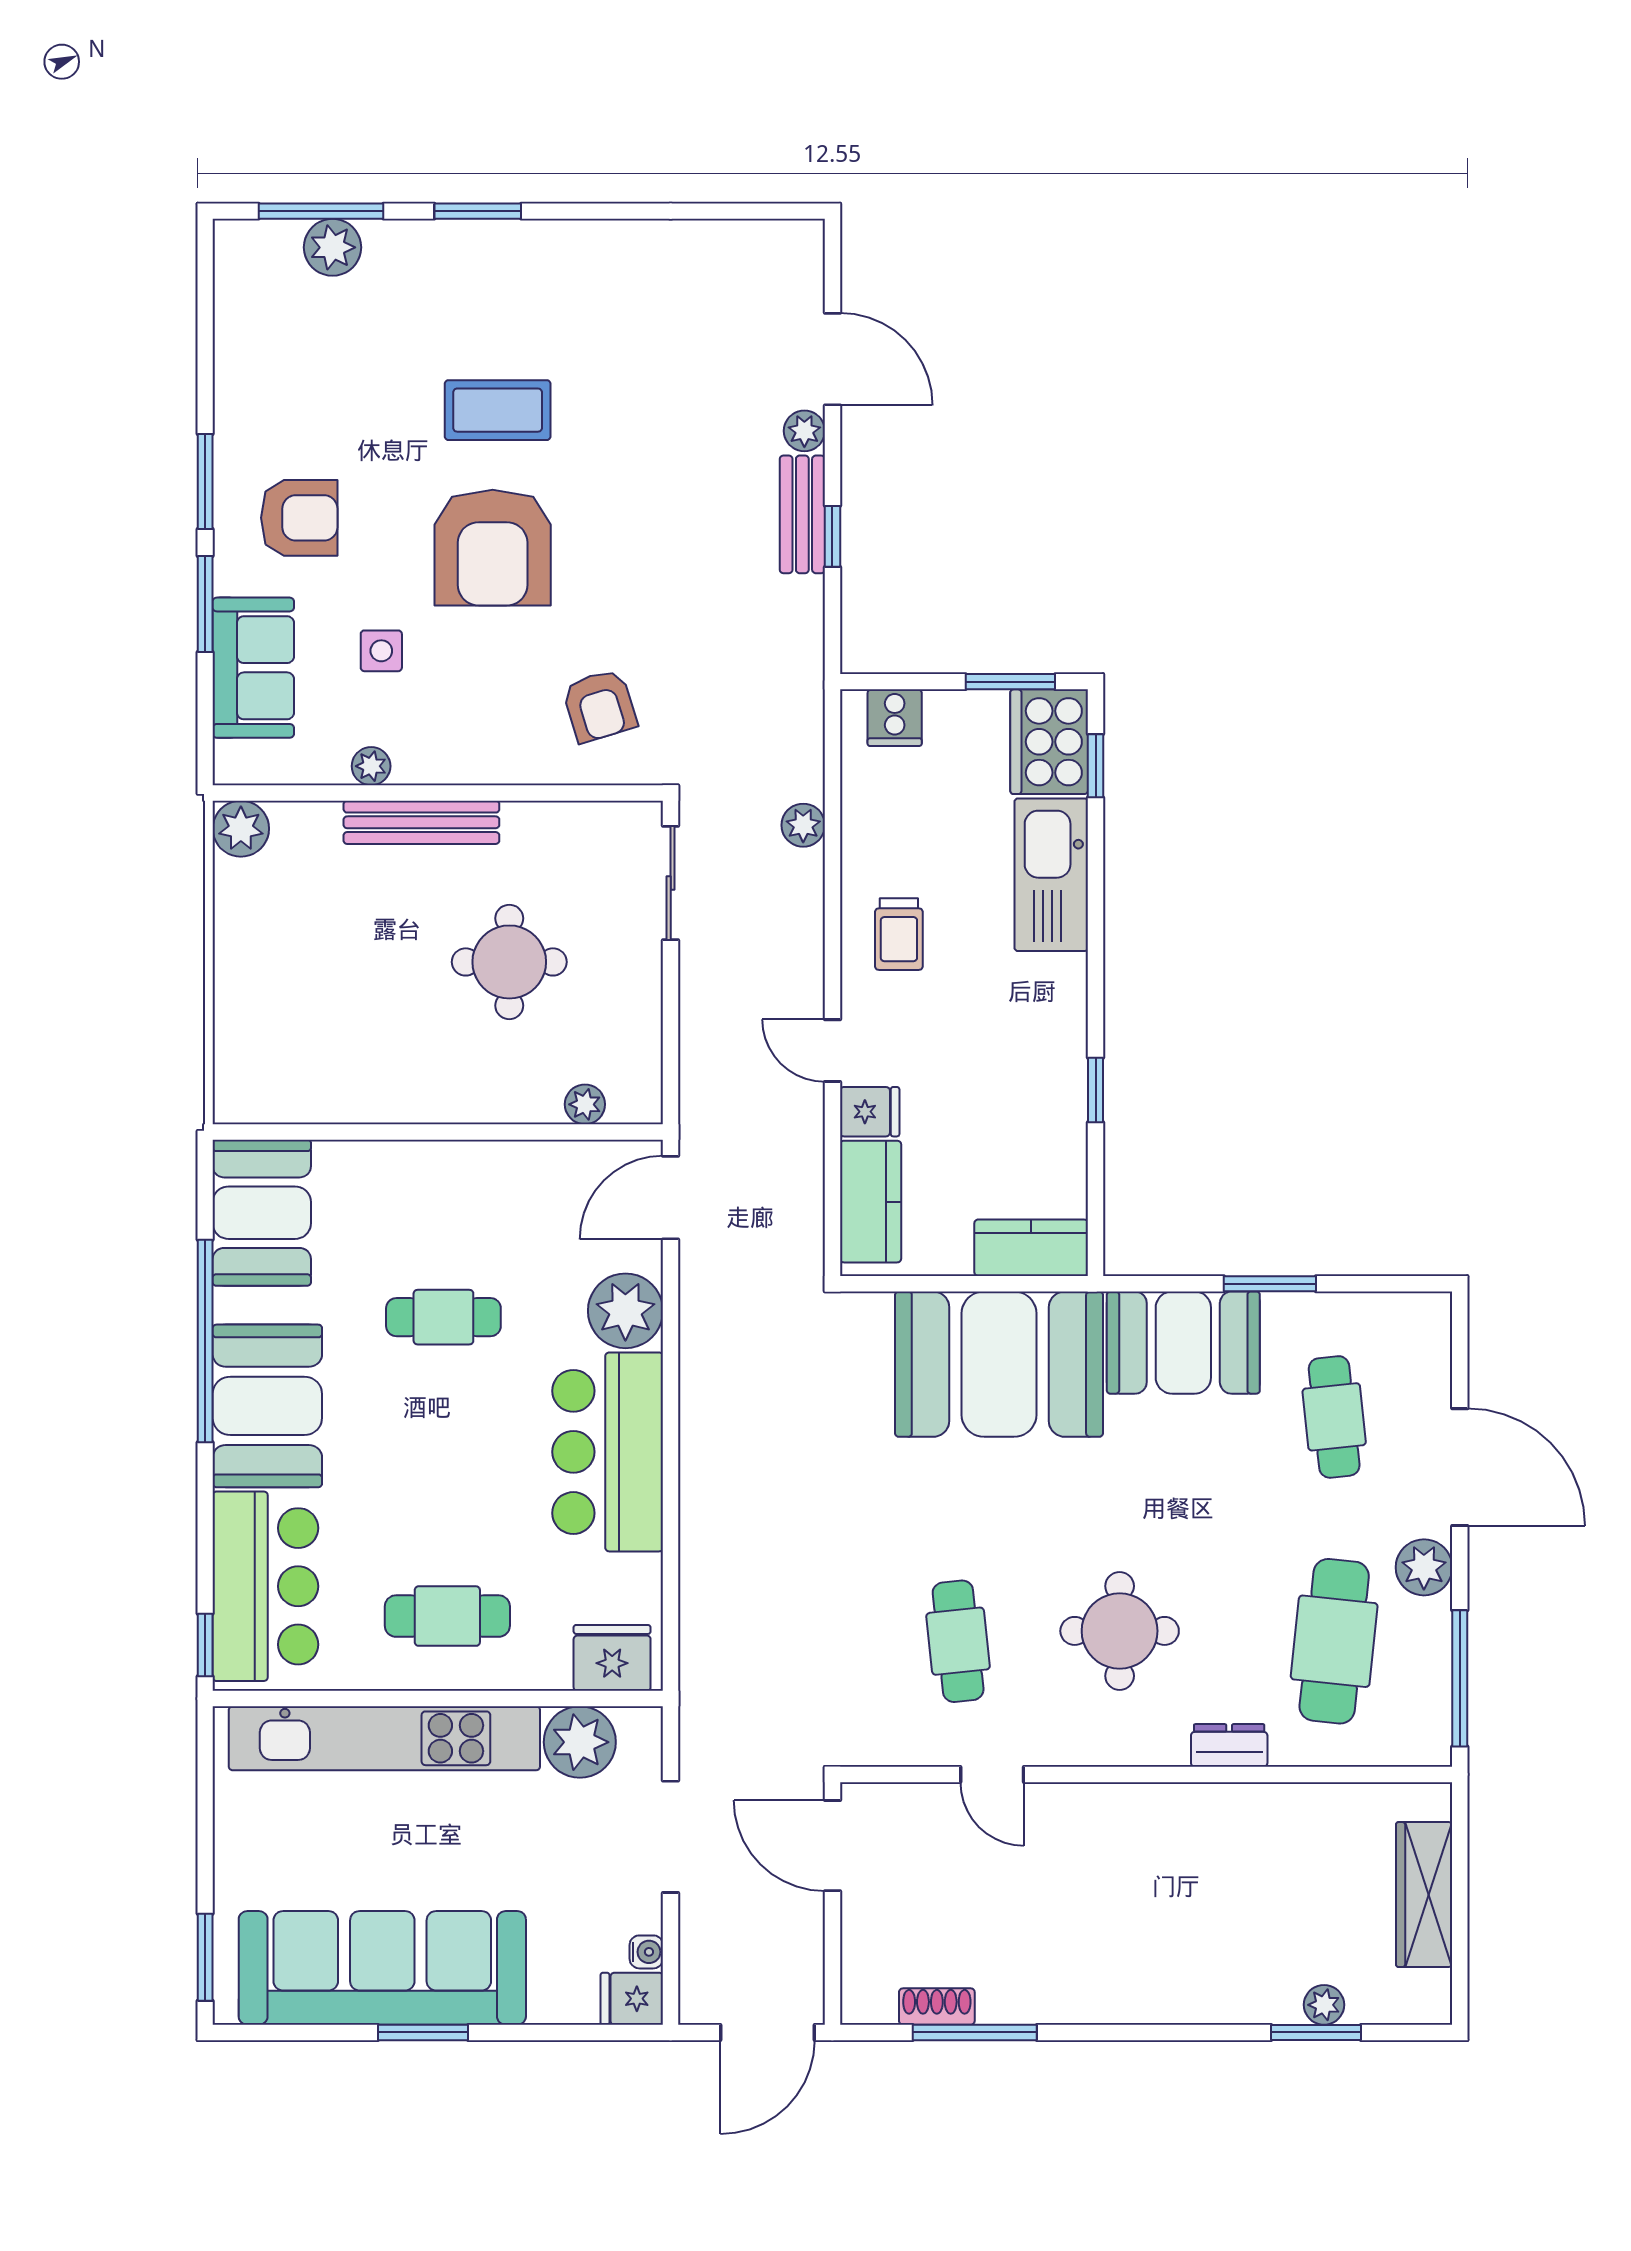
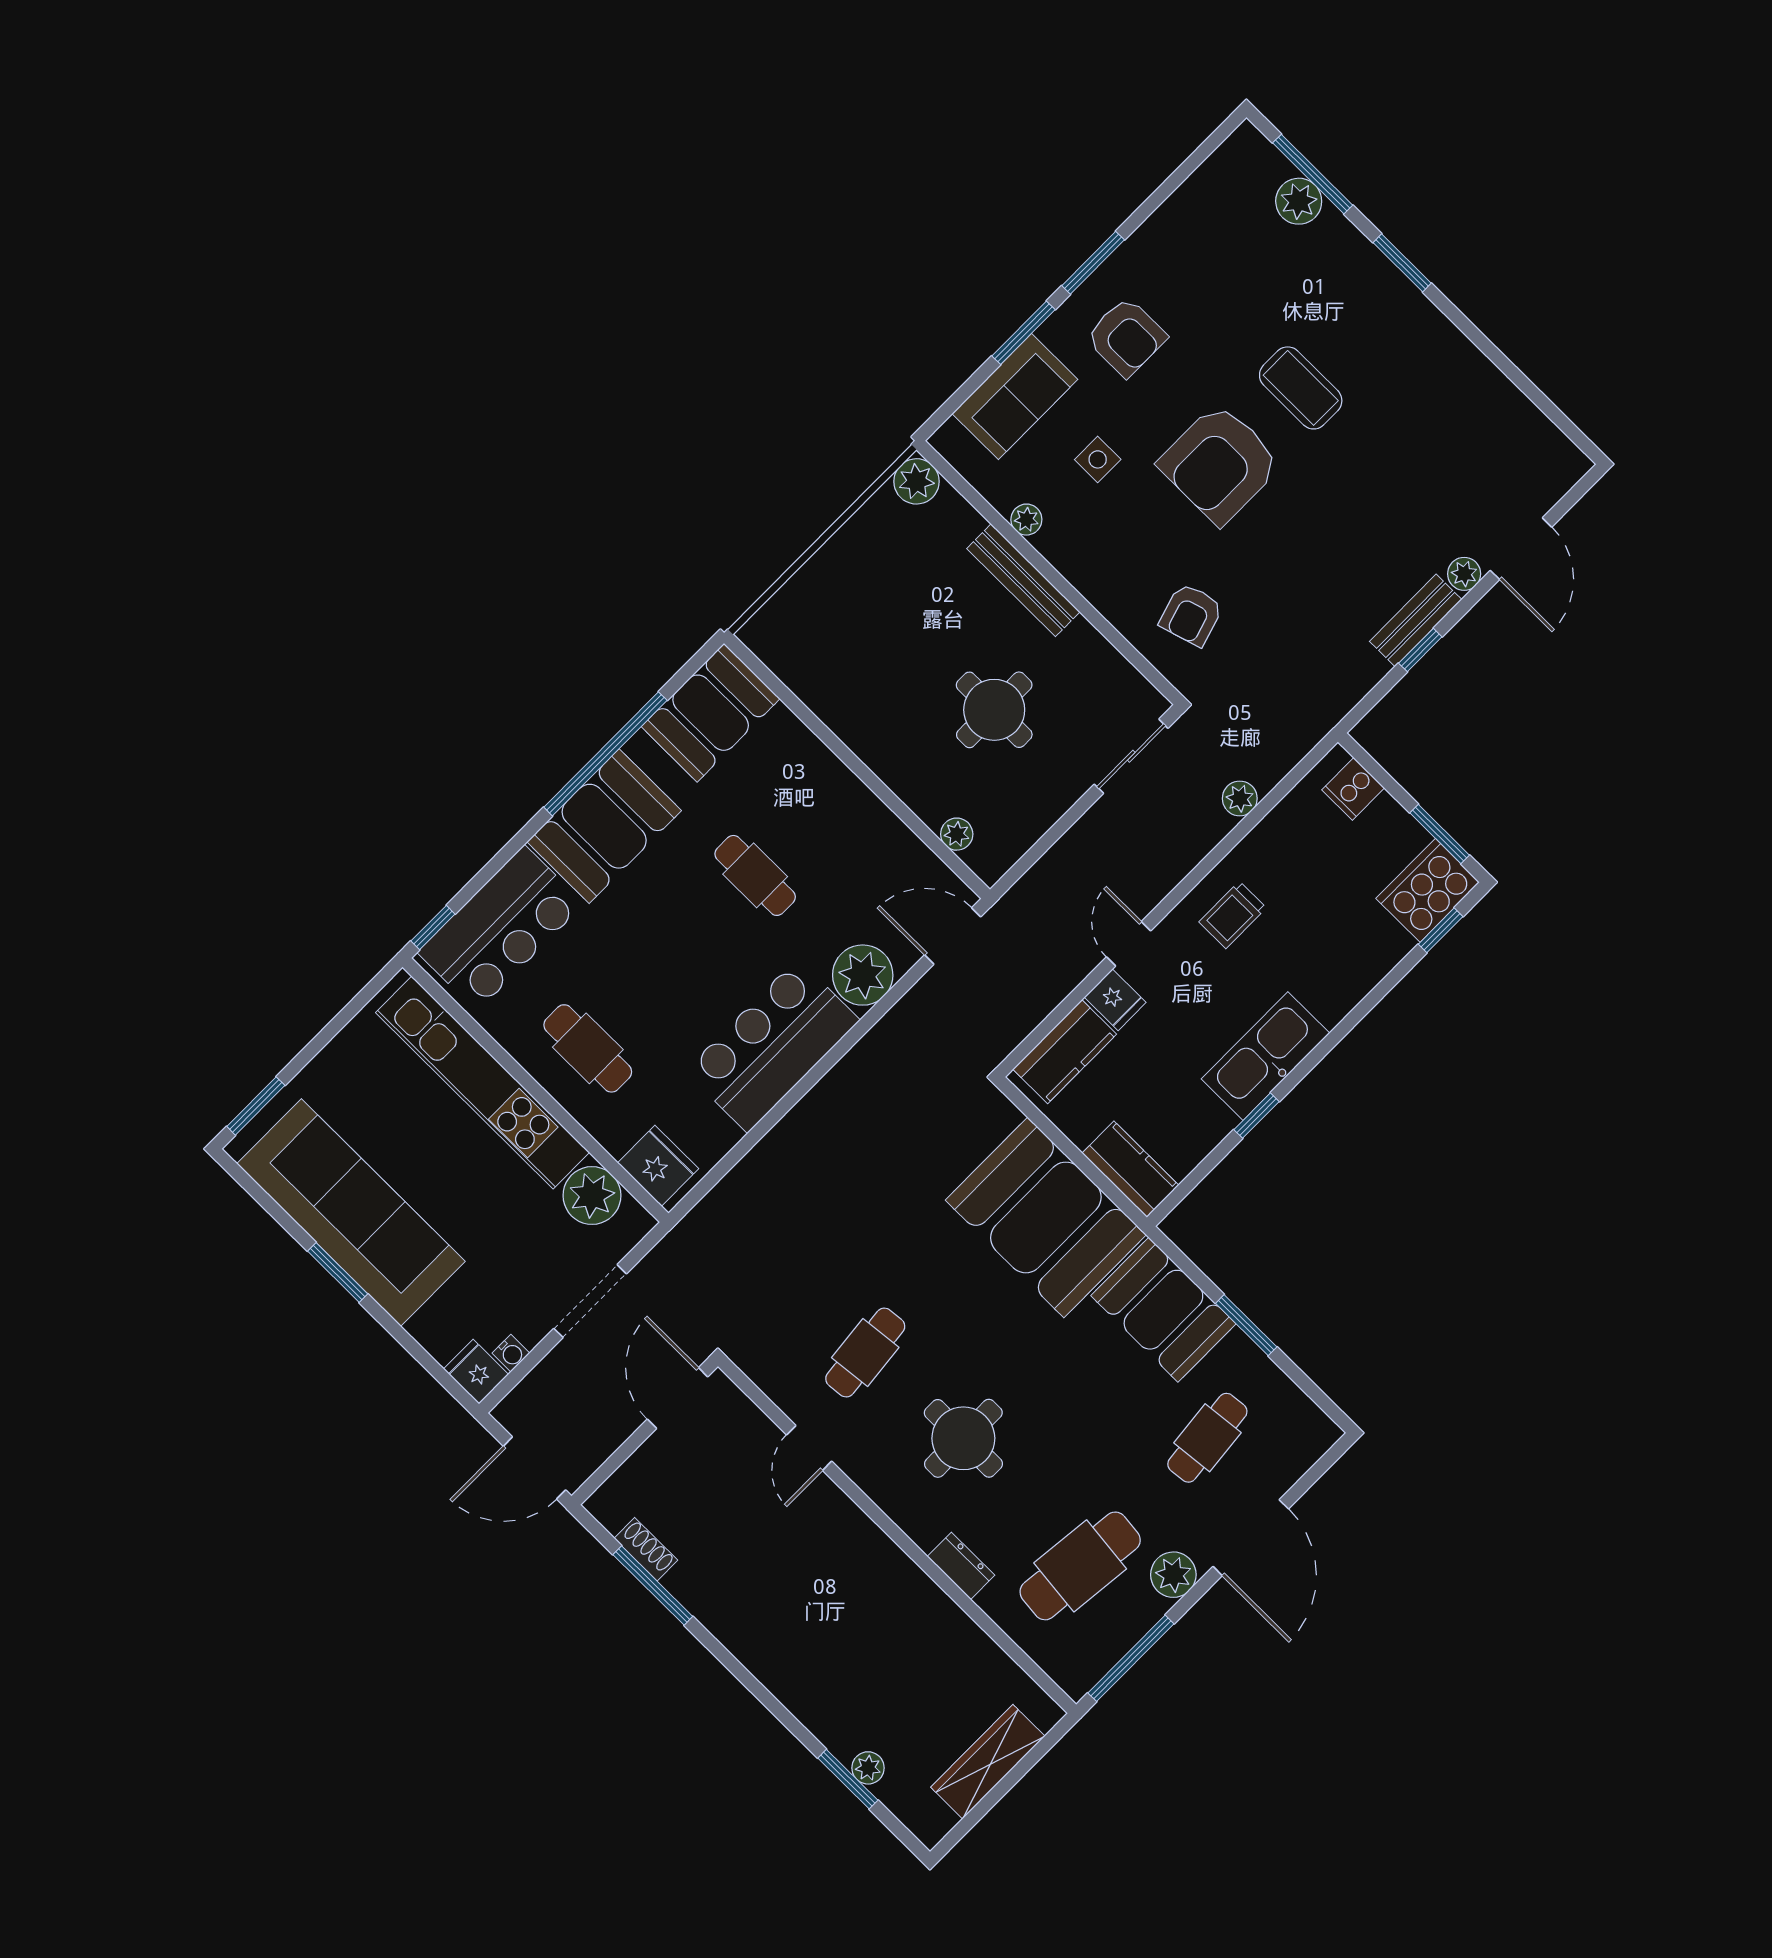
kitchen sink: (1051, 875) -> (1265, 1056), moved

